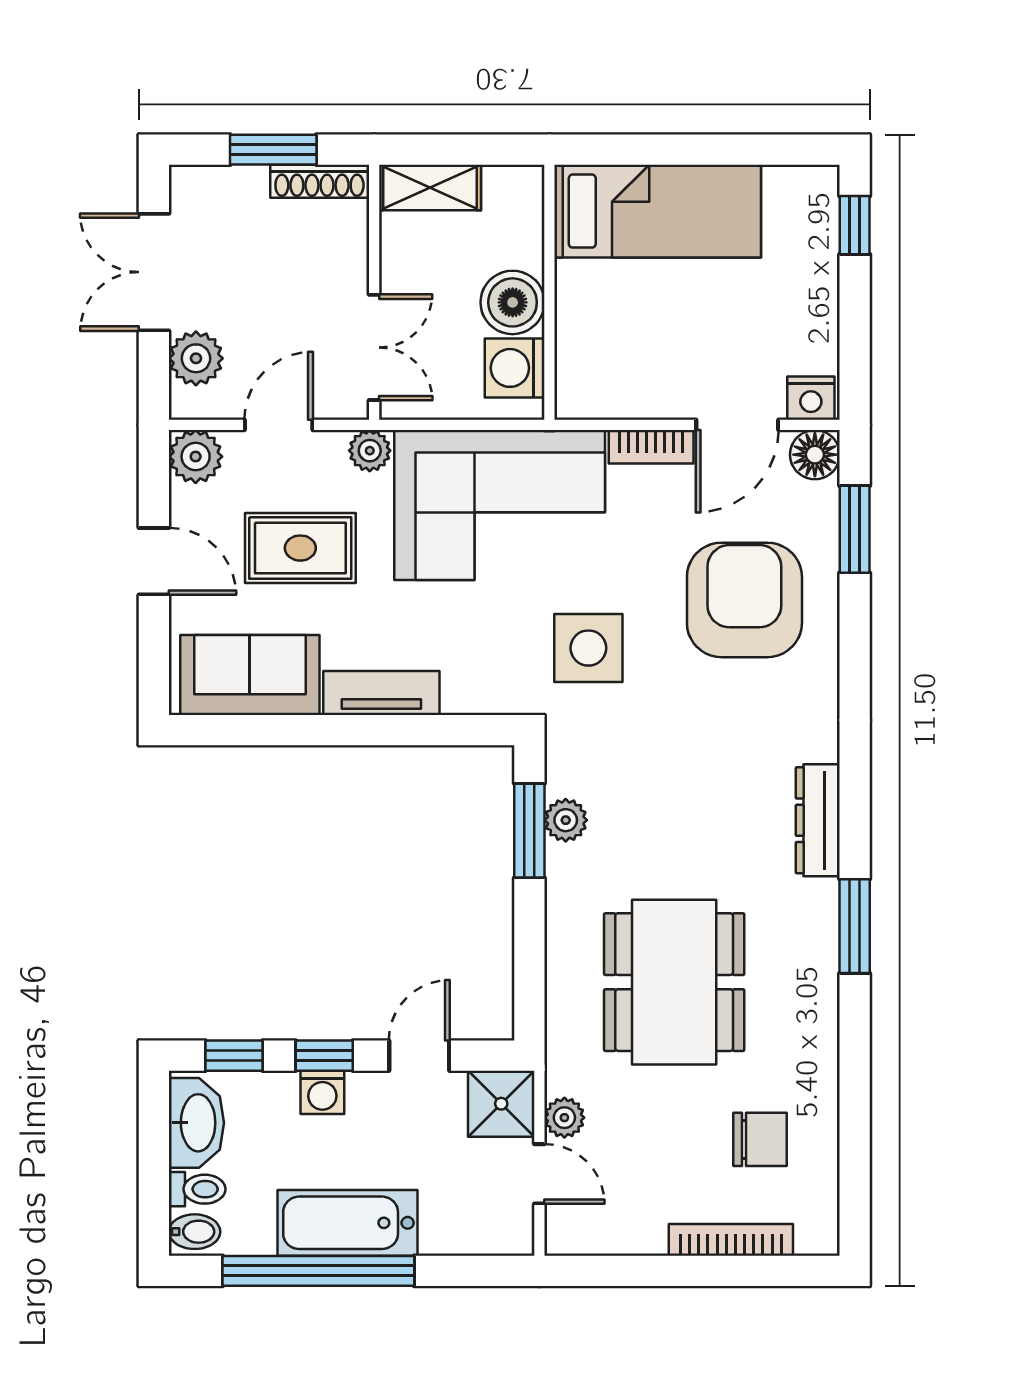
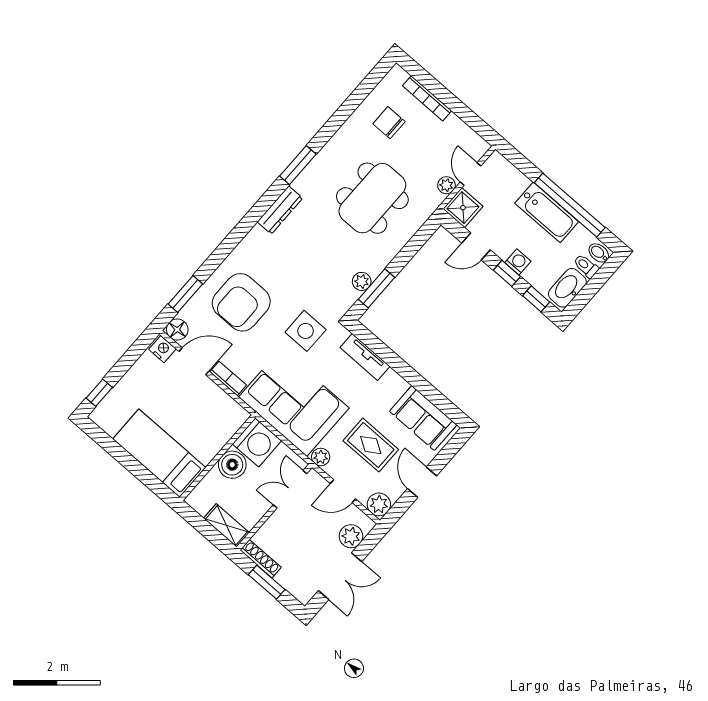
washing machine: (515, 368) -> (257, 442), width x1.37, depth x1.37
tv unit: (381, 693) -> (365, 357), moved

